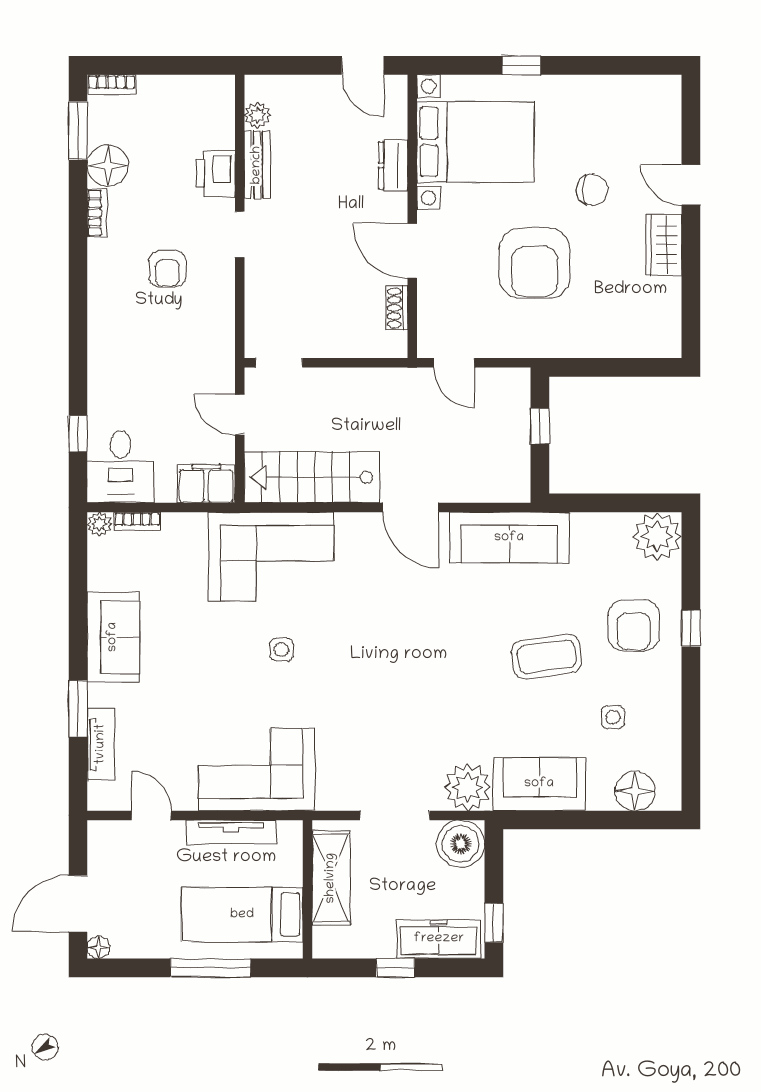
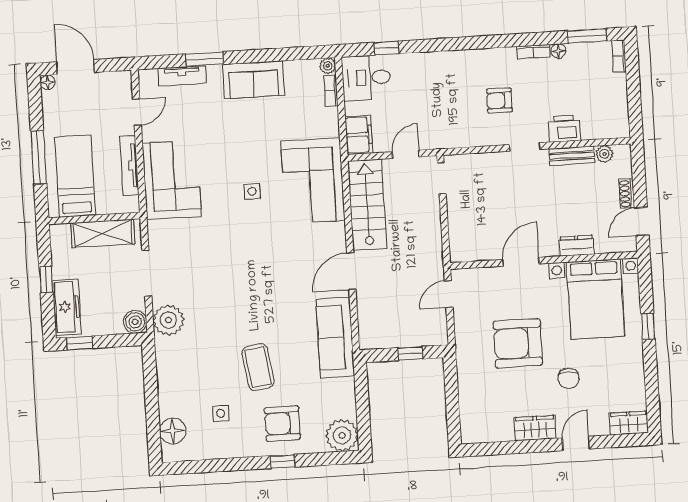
wardrobe: (665, 103) -> (629, 423), added
floor lamp: (108, 165) -> (558, 51), width x0.53, depth x0.53
shoe rack: (397, 308) -> (627, 194), moved, turned -90
sofa: (539, 784) -> (173, 367), removed
boiler: (461, 844) -> (135, 322), width x0.73, depth x0.73

